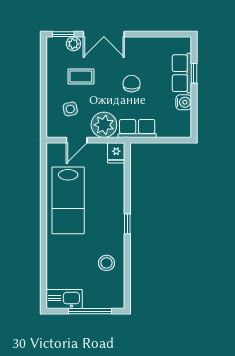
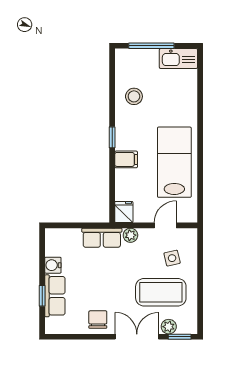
coffee table: (81, 76) -> (161, 292), width x1.86, depth x1.72
chair: (132, 84) -> (98, 320), moved, turned 180
plant: (104, 125) -> (130, 235), width x0.53, depth x0.53
filing cabinet: (114, 203) -> (126, 159), added

